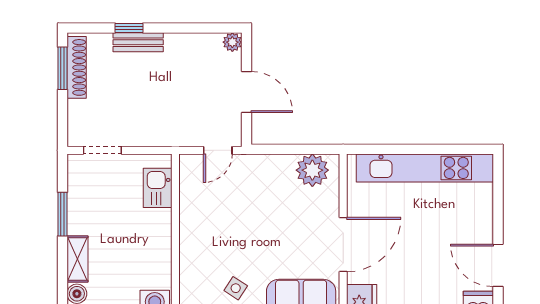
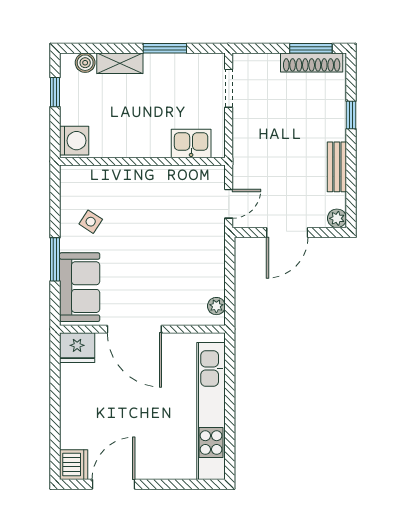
bench: (138, 42) -> (337, 167), moved
door: (218, 150) -> (229, 204), swing flipped
plant: (312, 170) -> (216, 306), width x0.53, depth x0.53

